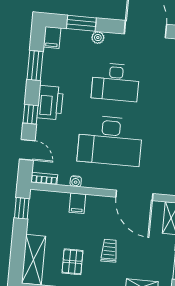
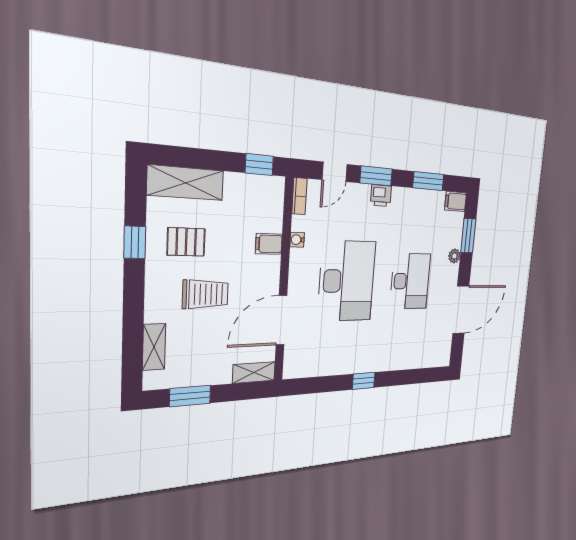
desk: (115, 82) -> (410, 281), turned 180
printer: (50, 103) -> (381, 196), width x0.53, depth x0.68
window: (30, 114) -> (376, 176), width x1.50
desk: (110, 141) -> (347, 281), turned 180
trolley: (109, 251) -> (205, 294), width x1.36, depth x1.39

